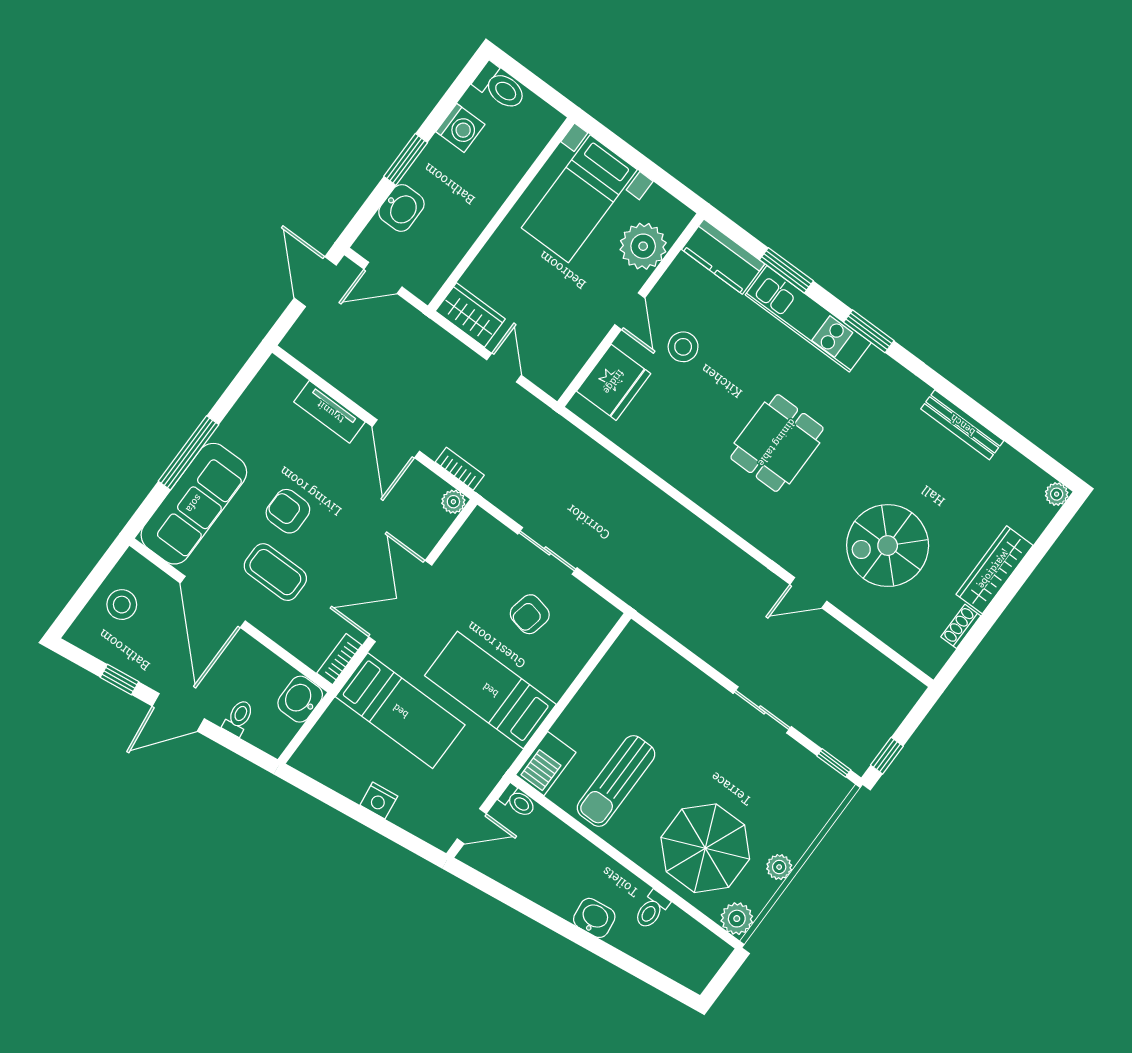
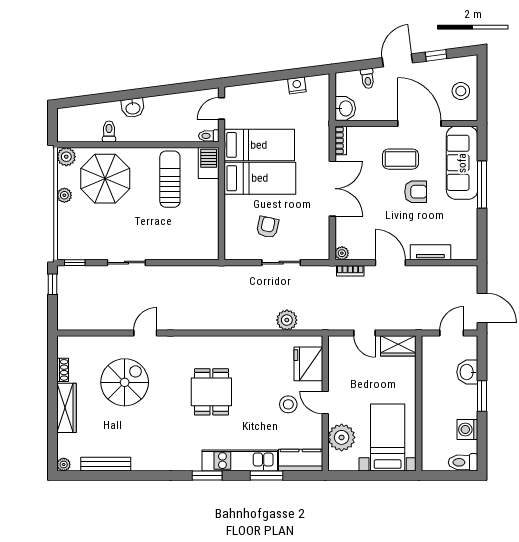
bench: (962, 425) -> (106, 464), moved
plant: (599, 465) -> (287, 320), added
bed: (400, 711) -> (259, 145), moved, turned 180
nightstand: (379, 801) -> (297, 85), moved

